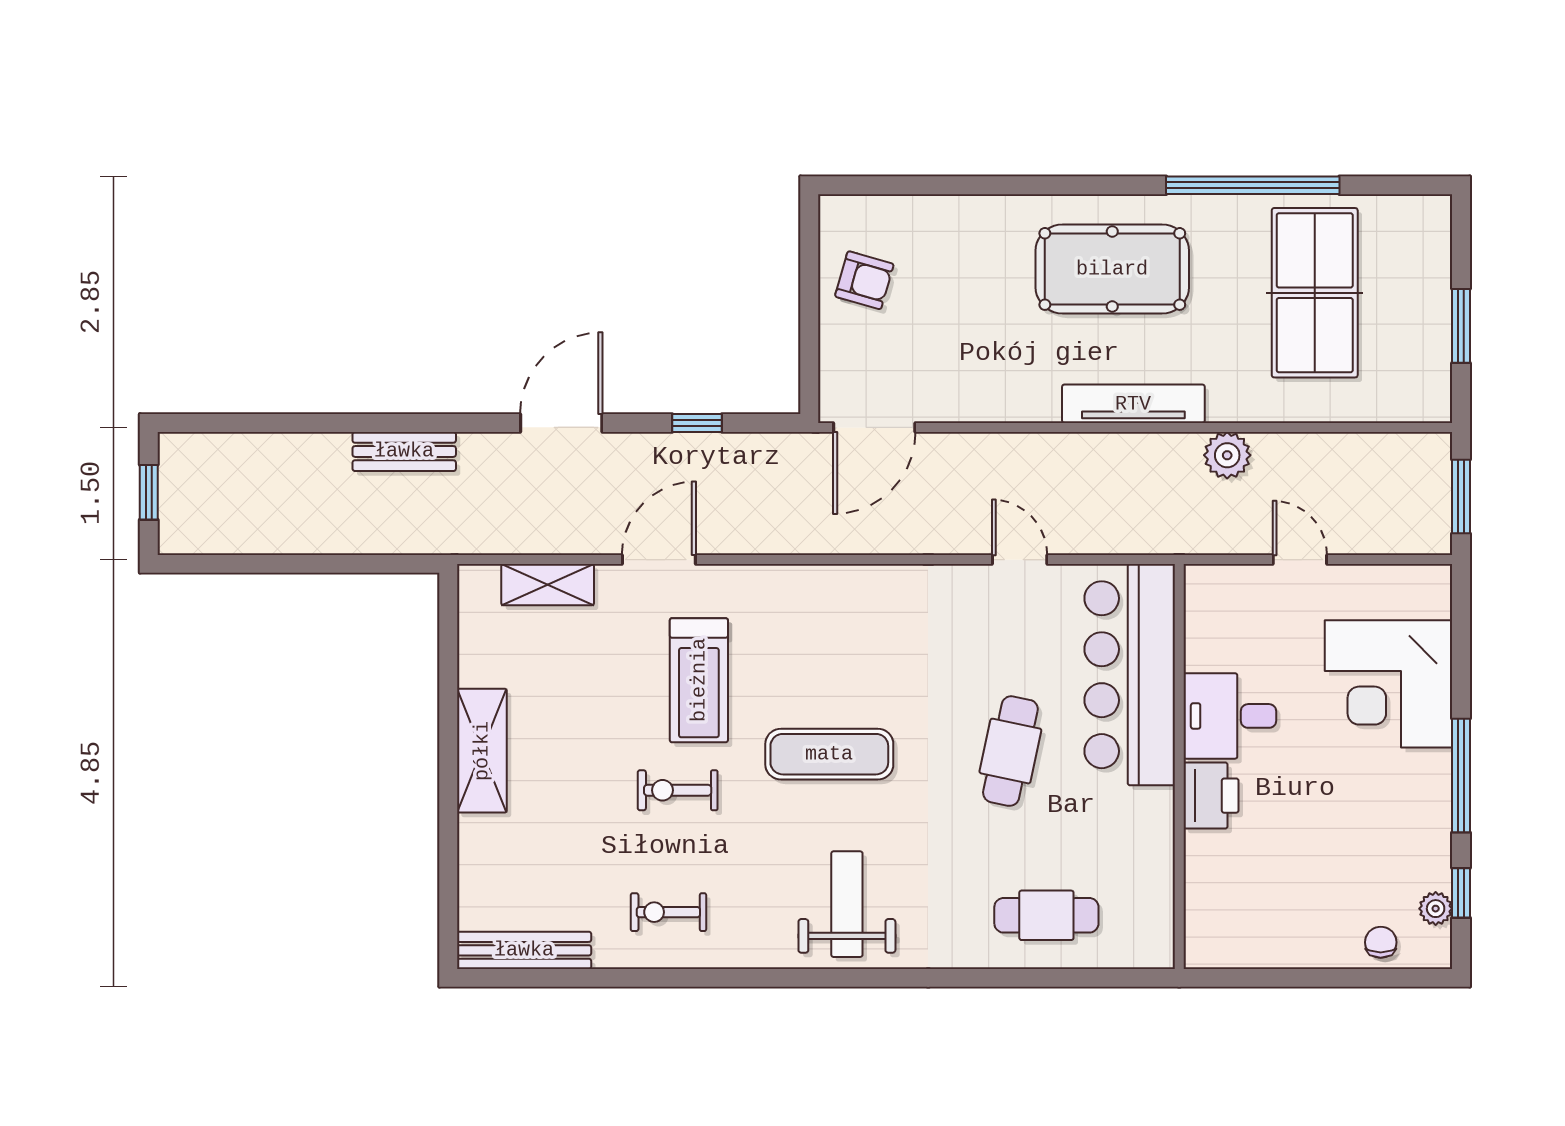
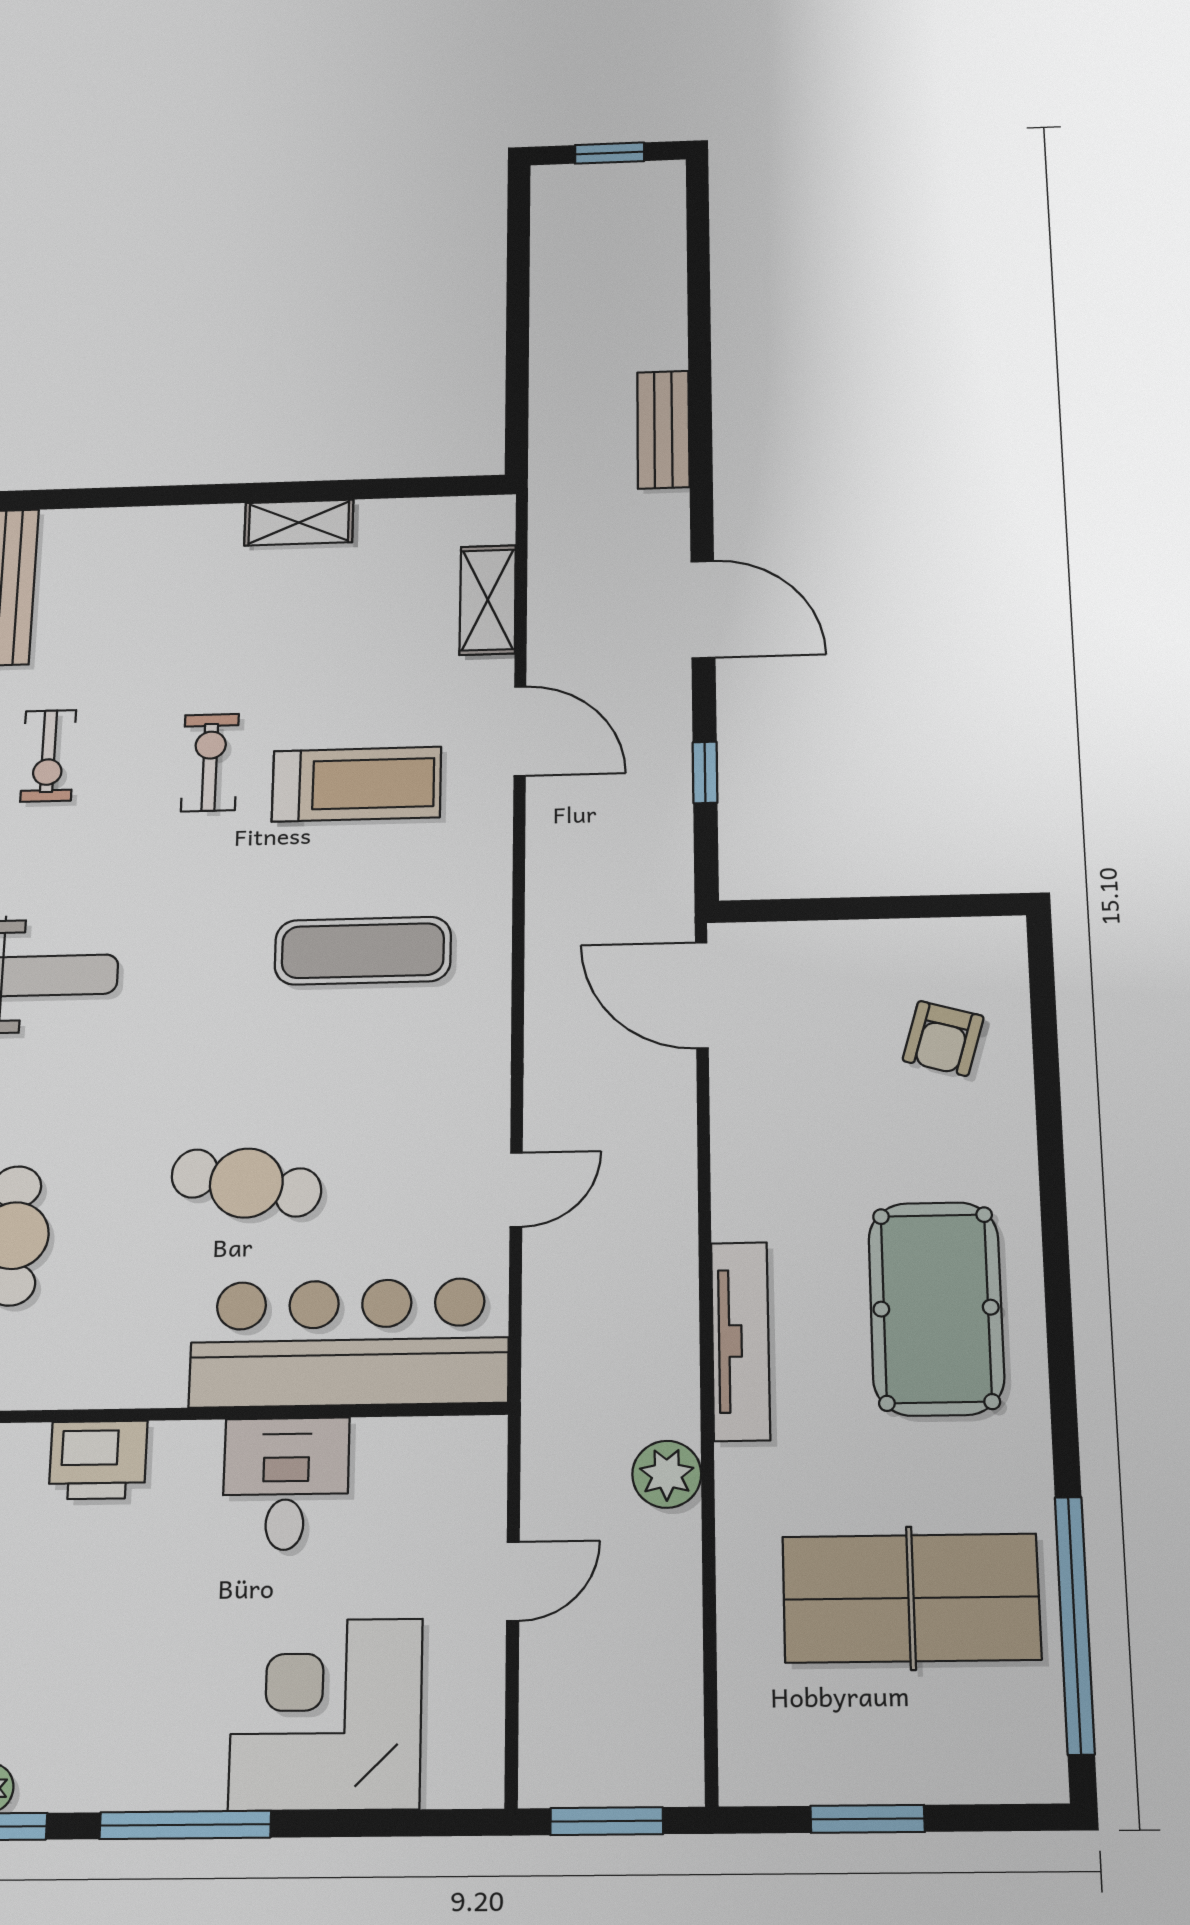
window: (1253, 185) -> (1075, 1624), moved
armchair: (864, 280) -> (943, 1038), moved
treadmill: (699, 680) -> (357, 784), turned 180
shelving: (482, 751) -> (299, 523), width x0.67, depth x0.75
exercise mat: (829, 754) -> (363, 951), moved, turned 90
printer: (1211, 796) -> (98, 1460), moved
exercise bike: (668, 912) -> (48, 756), turned 180

